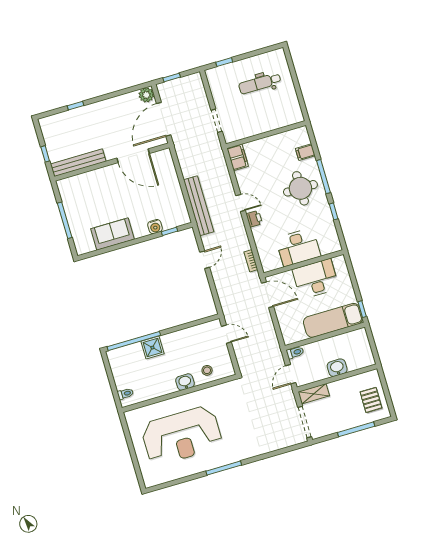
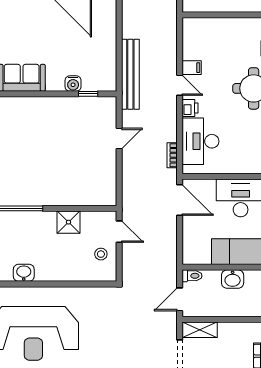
filing cabinet: (238, 157) -> (192, 68), moved, width x0.50
desk: (298, 247) -> (200, 141), moved, turned 90
shower: (152, 348) -> (68, 222), moved
washbasin: (337, 368) -> (233, 279), moved, turned 180
stool: (207, 370) -> (101, 254), moved
washbasin: (185, 382) -> (24, 273), moved

